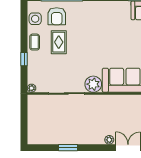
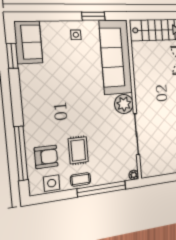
rug: (59, 42) -> (78, 150), turned 90
window: (24, 59) -> (102, 189), width x3.17

